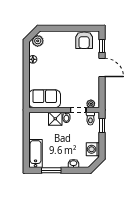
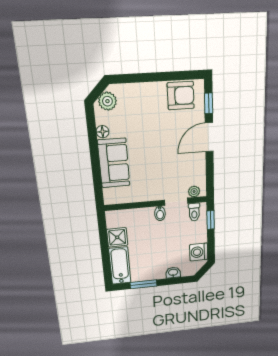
armchair: (84, 40) -> (181, 96), turned -90
door: (102, 68) -> (209, 137), swing flipped
sofa: (45, 99) -> (114, 163), moved, turned 90
shower: (55, 119) -> (117, 237), moved

